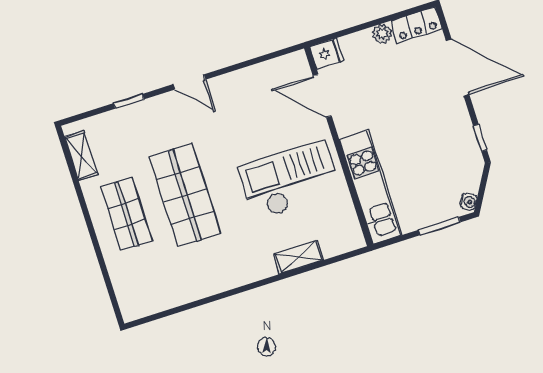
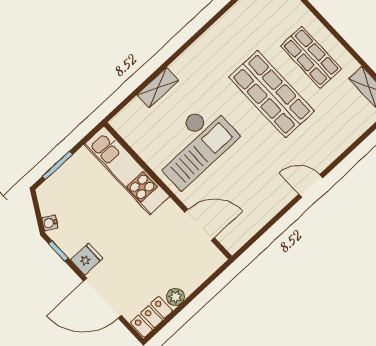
fridge: (327, 54) -> (87, 259), moved, turned 180
window: (129, 101) -> (352, 148), removed
water cooler: (468, 202) -> (50, 223), moved

